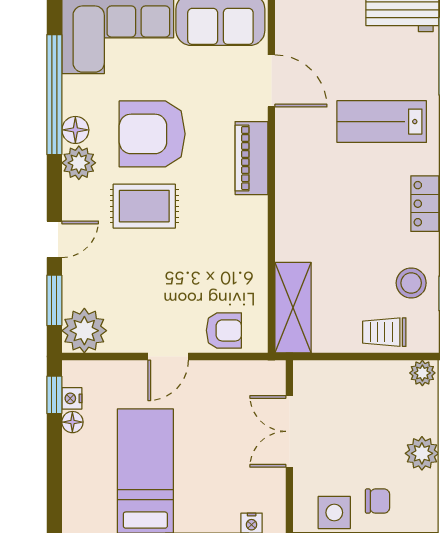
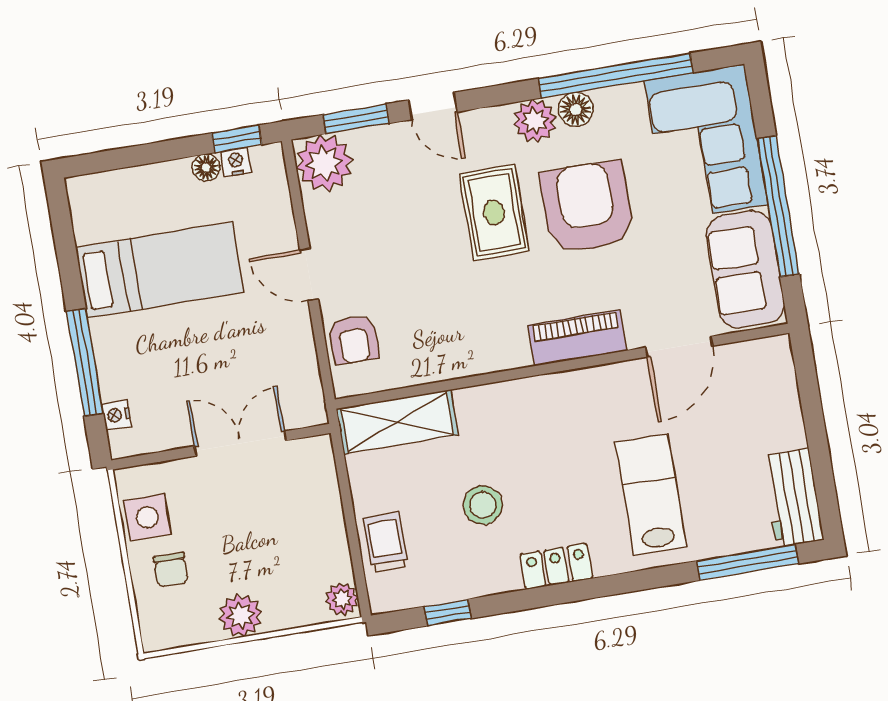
stool: (411, 283) -> (483, 505), moved

